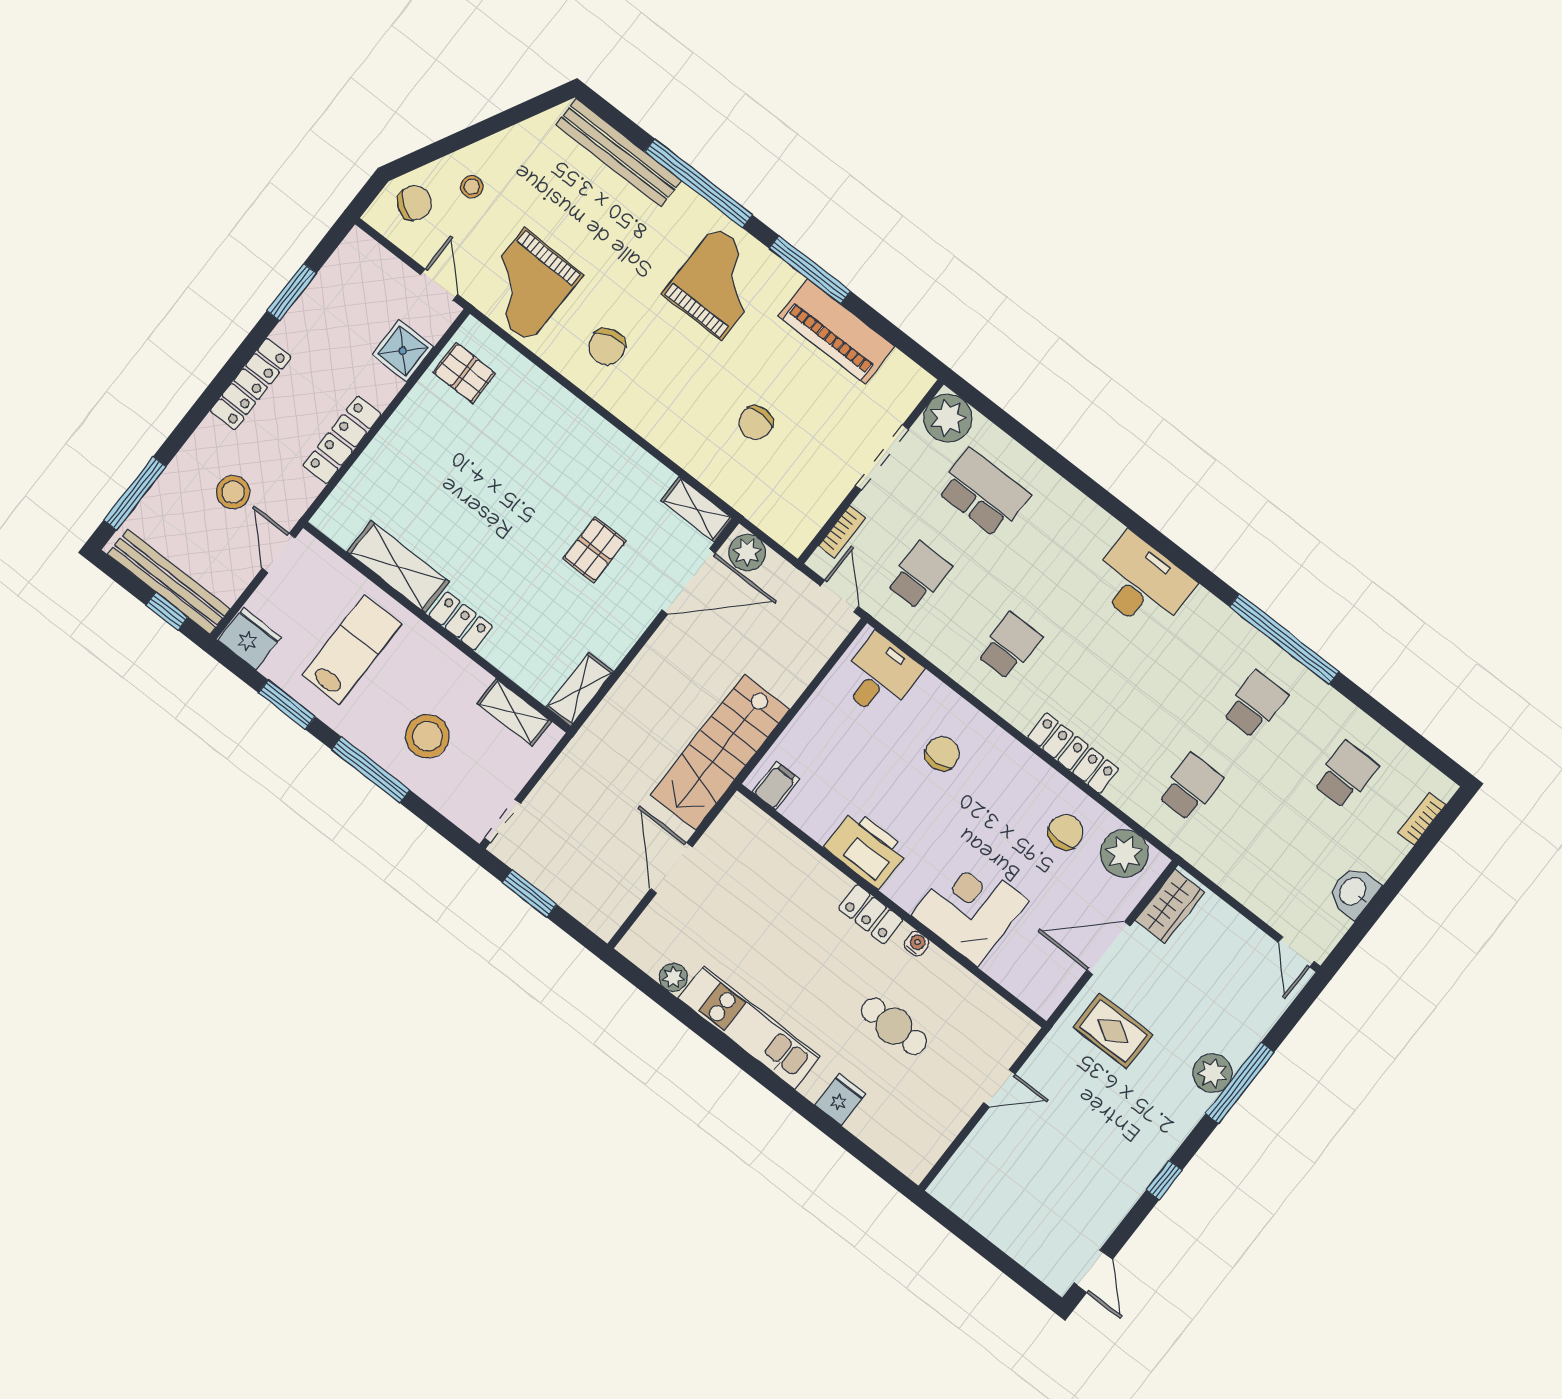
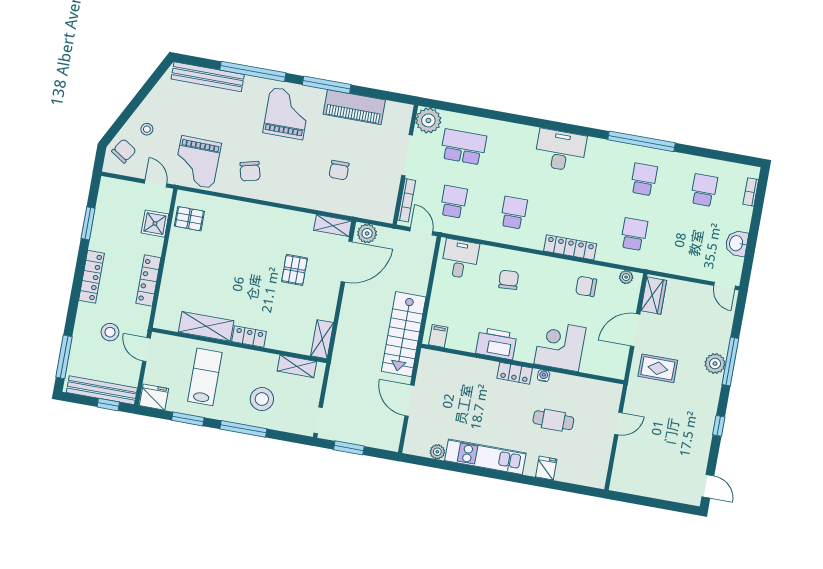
bookcase: (842, 532) -> (407, 200), width x1.56
chair: (1065, 832) -> (586, 286), turned -90
plant: (1124, 853) -> (626, 277), width x0.53, depth x0.53

